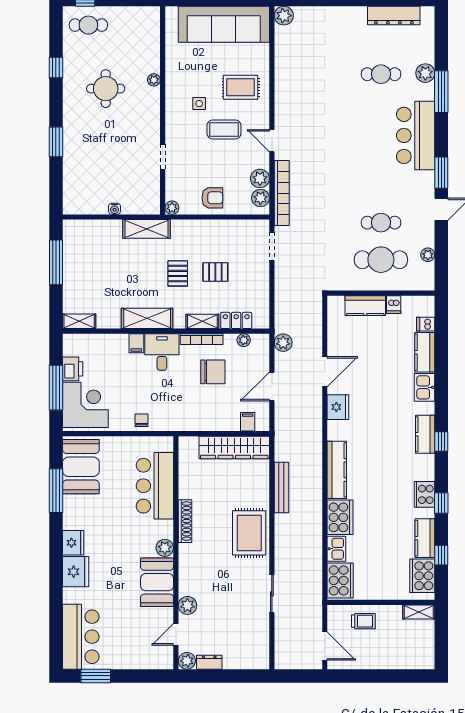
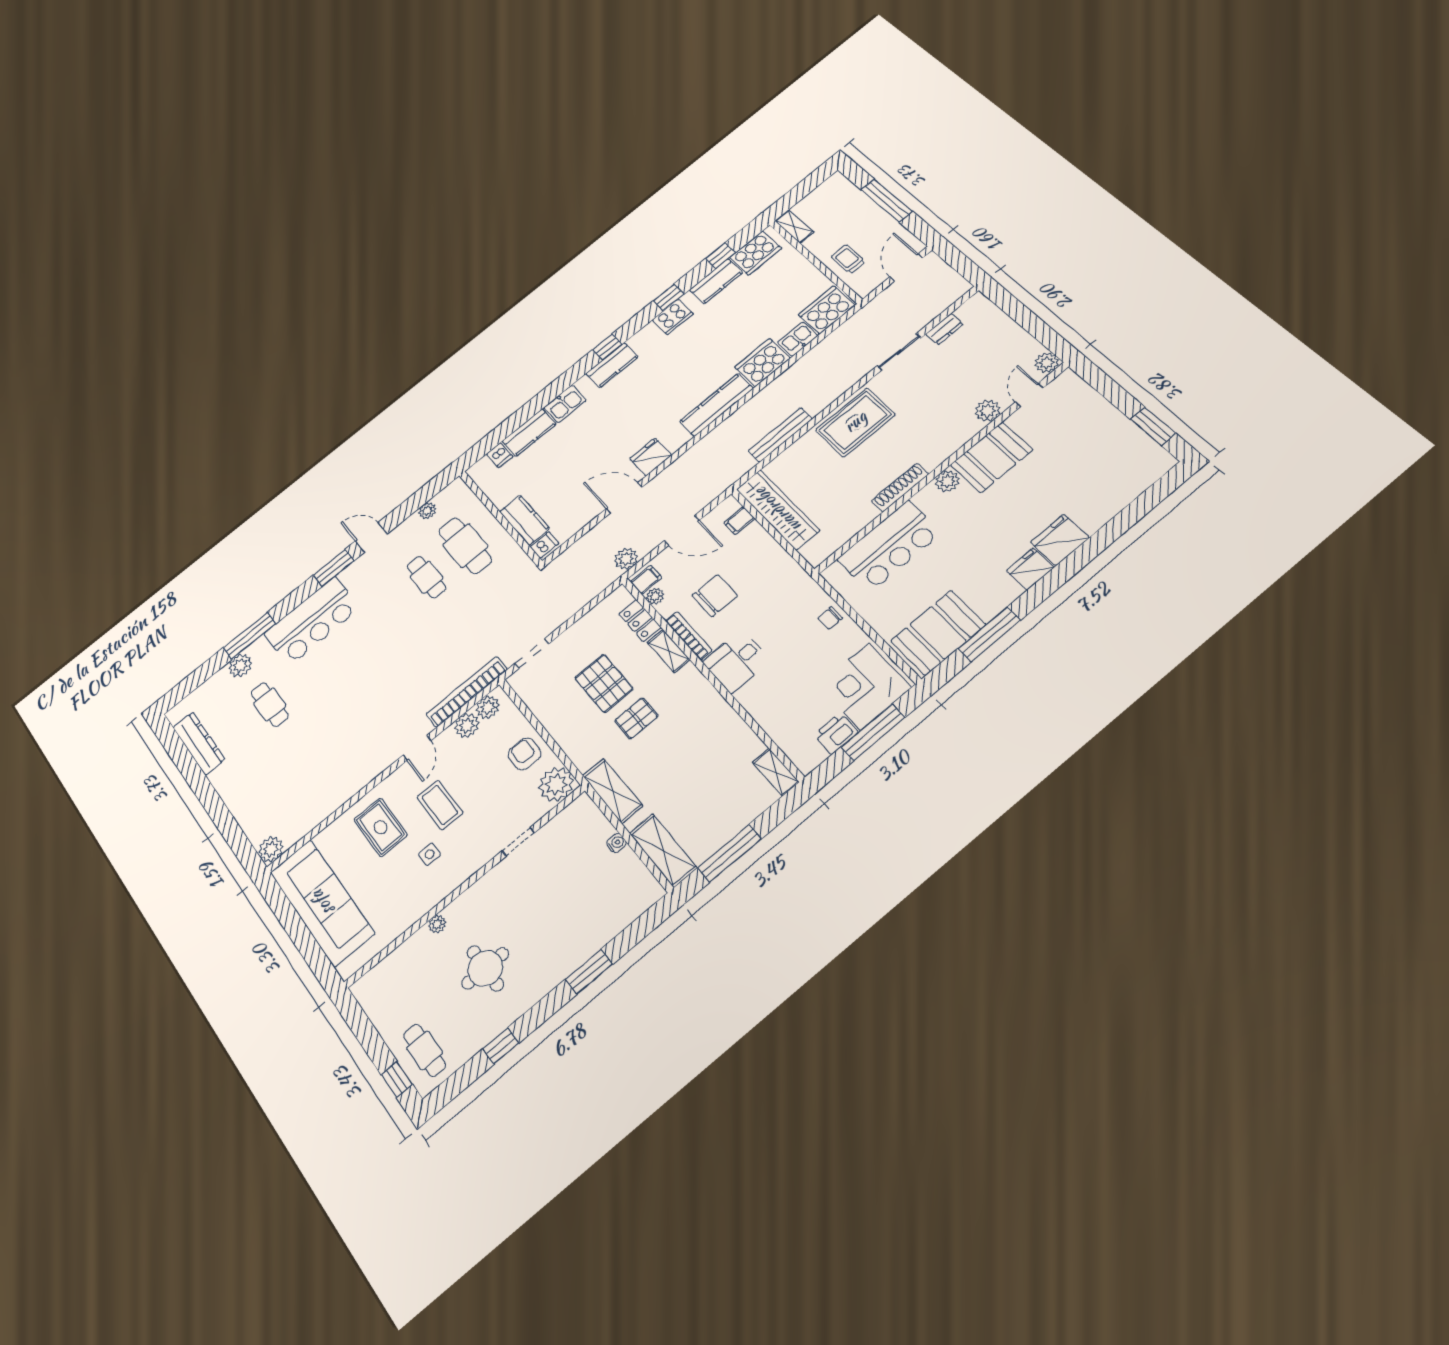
plant: (172, 208) -> (556, 784), width x1.87, depth x1.87
pallet: (215, 272) -> (604, 683), width x1.50, depth x1.42
dishwasher: (394, 305) -> (544, 545), moved
shelving: (147, 318) -> (663, 851), moved
filing cabinet: (136, 343) -> (646, 580), moved
chair: (213, 372) -> (715, 596), turned 90
door: (176, 634) -> (1029, 395), swing flipped
bar counter: (81, 637) -> (1126, 475), removed
dresser: (209, 662) -> (944, 329), moved, turned -90
window: (383, 676) -> (887, 200), added

